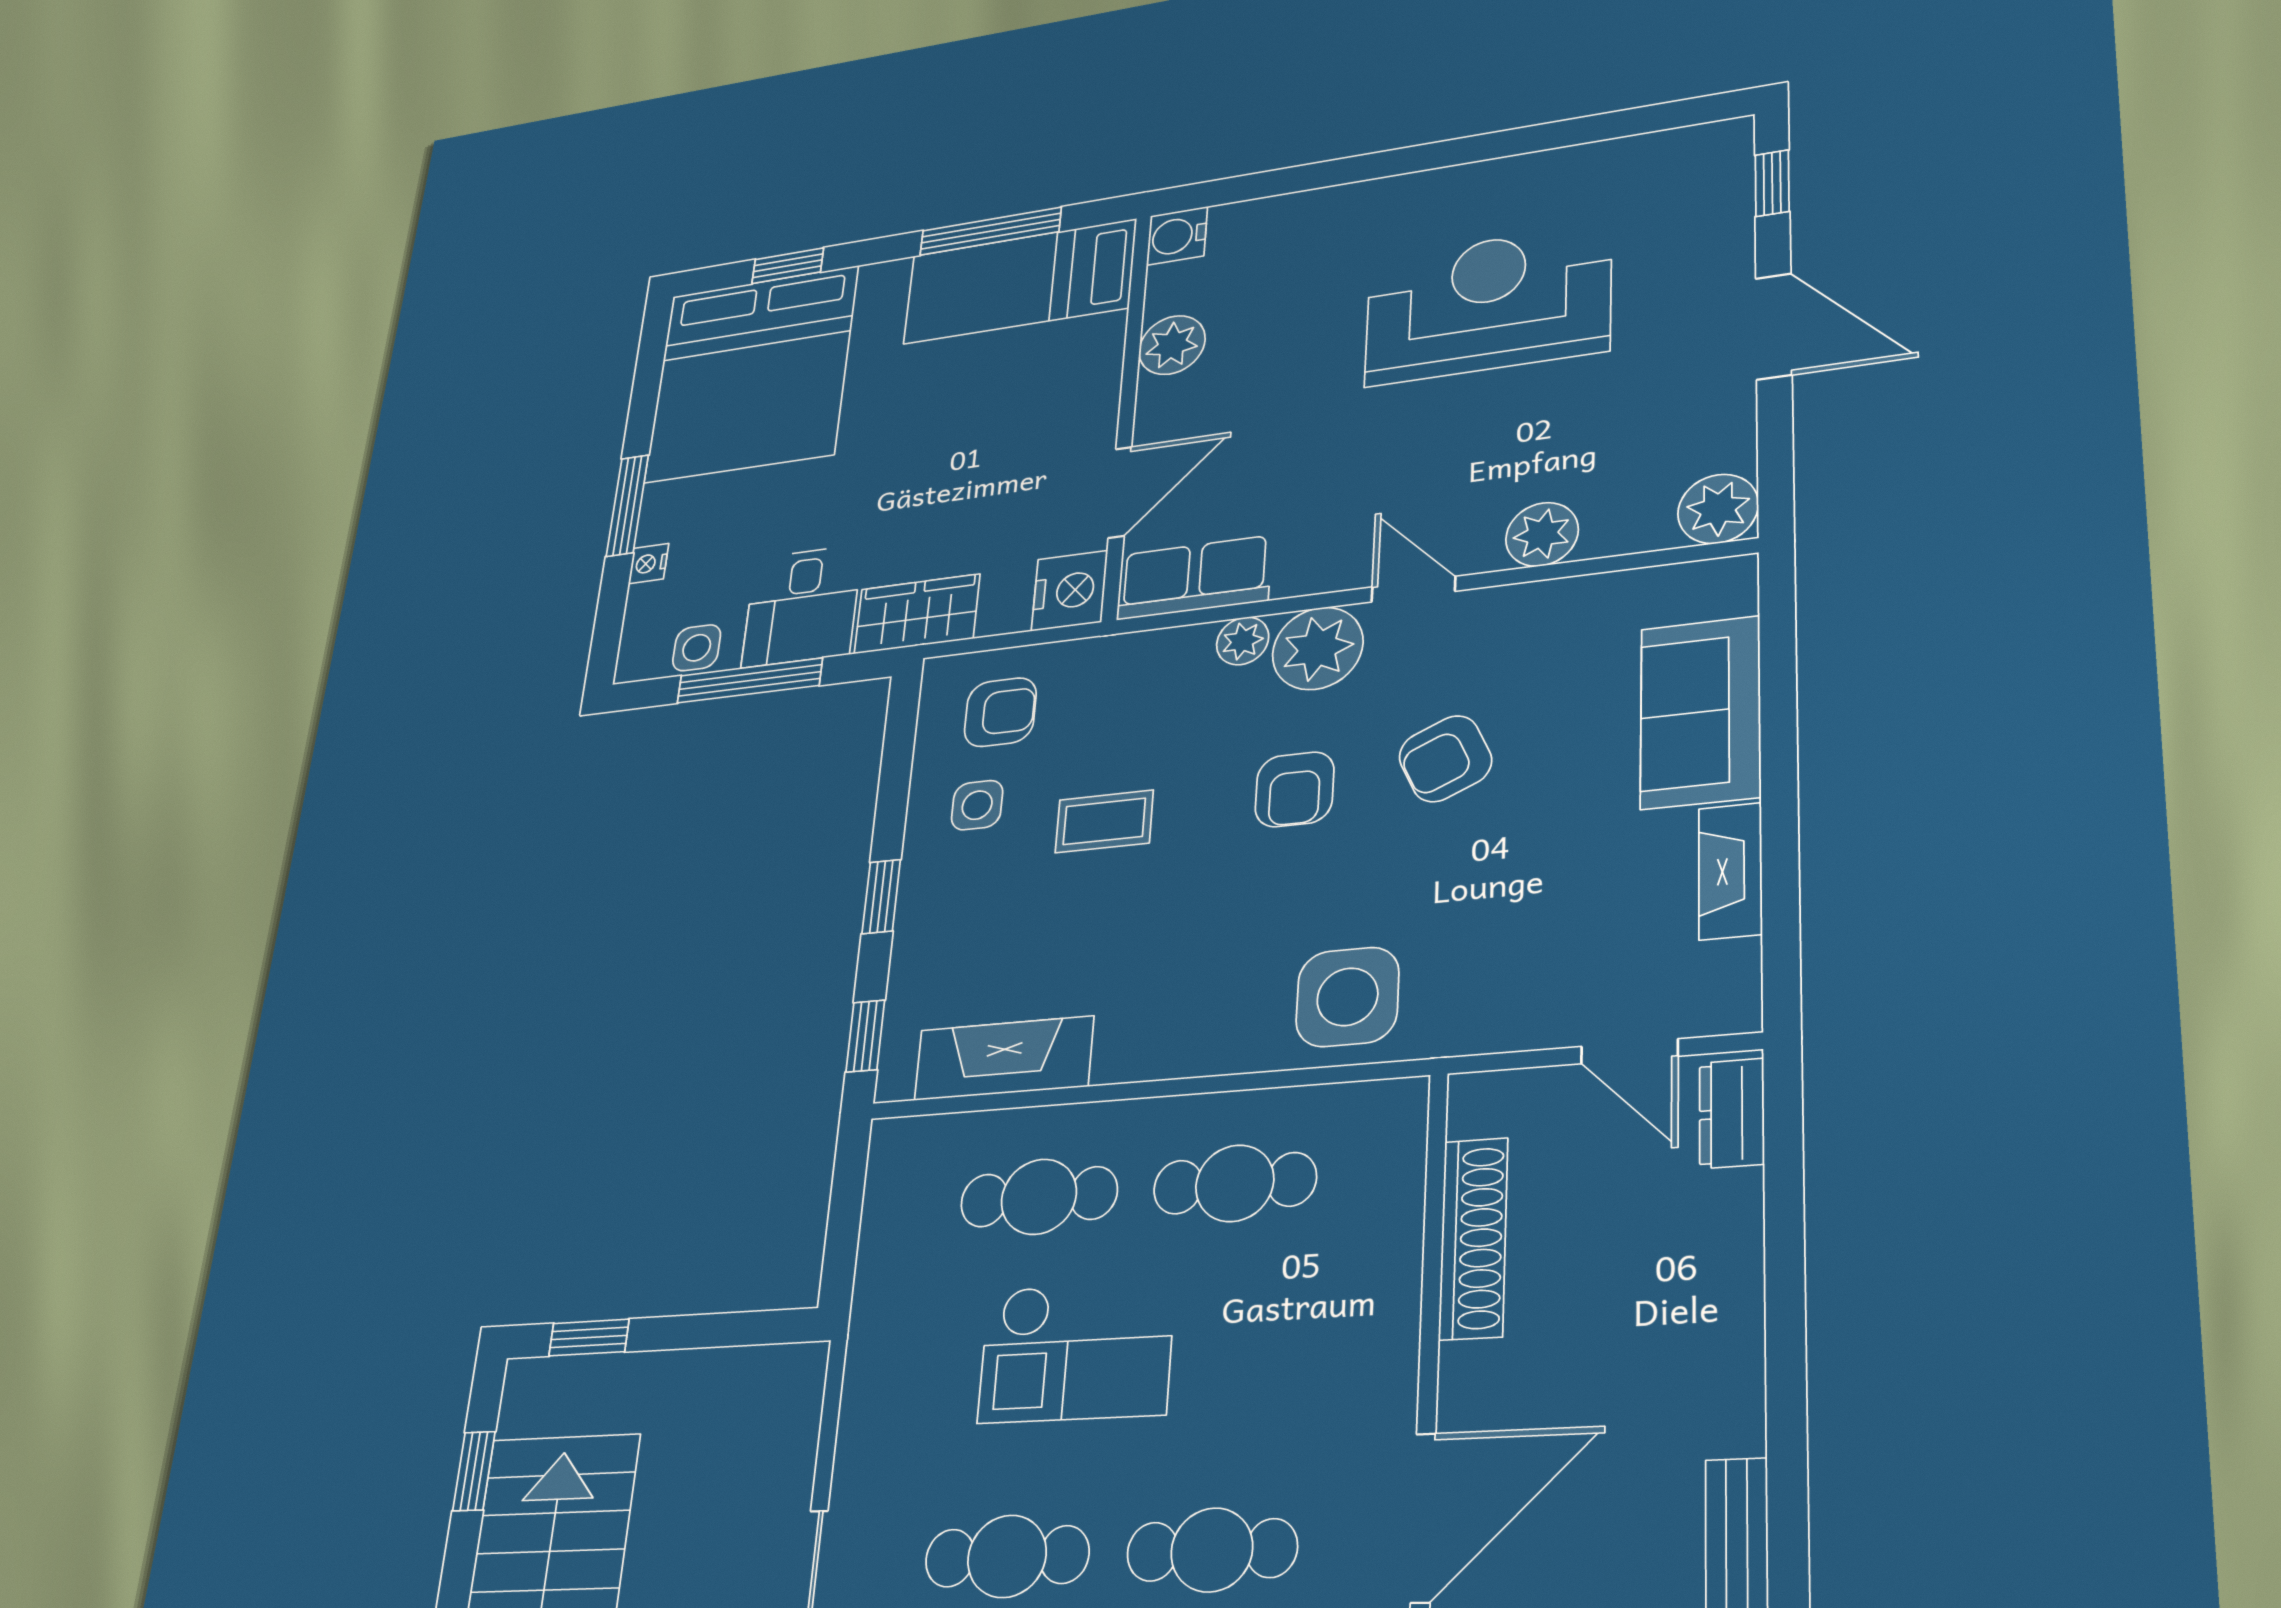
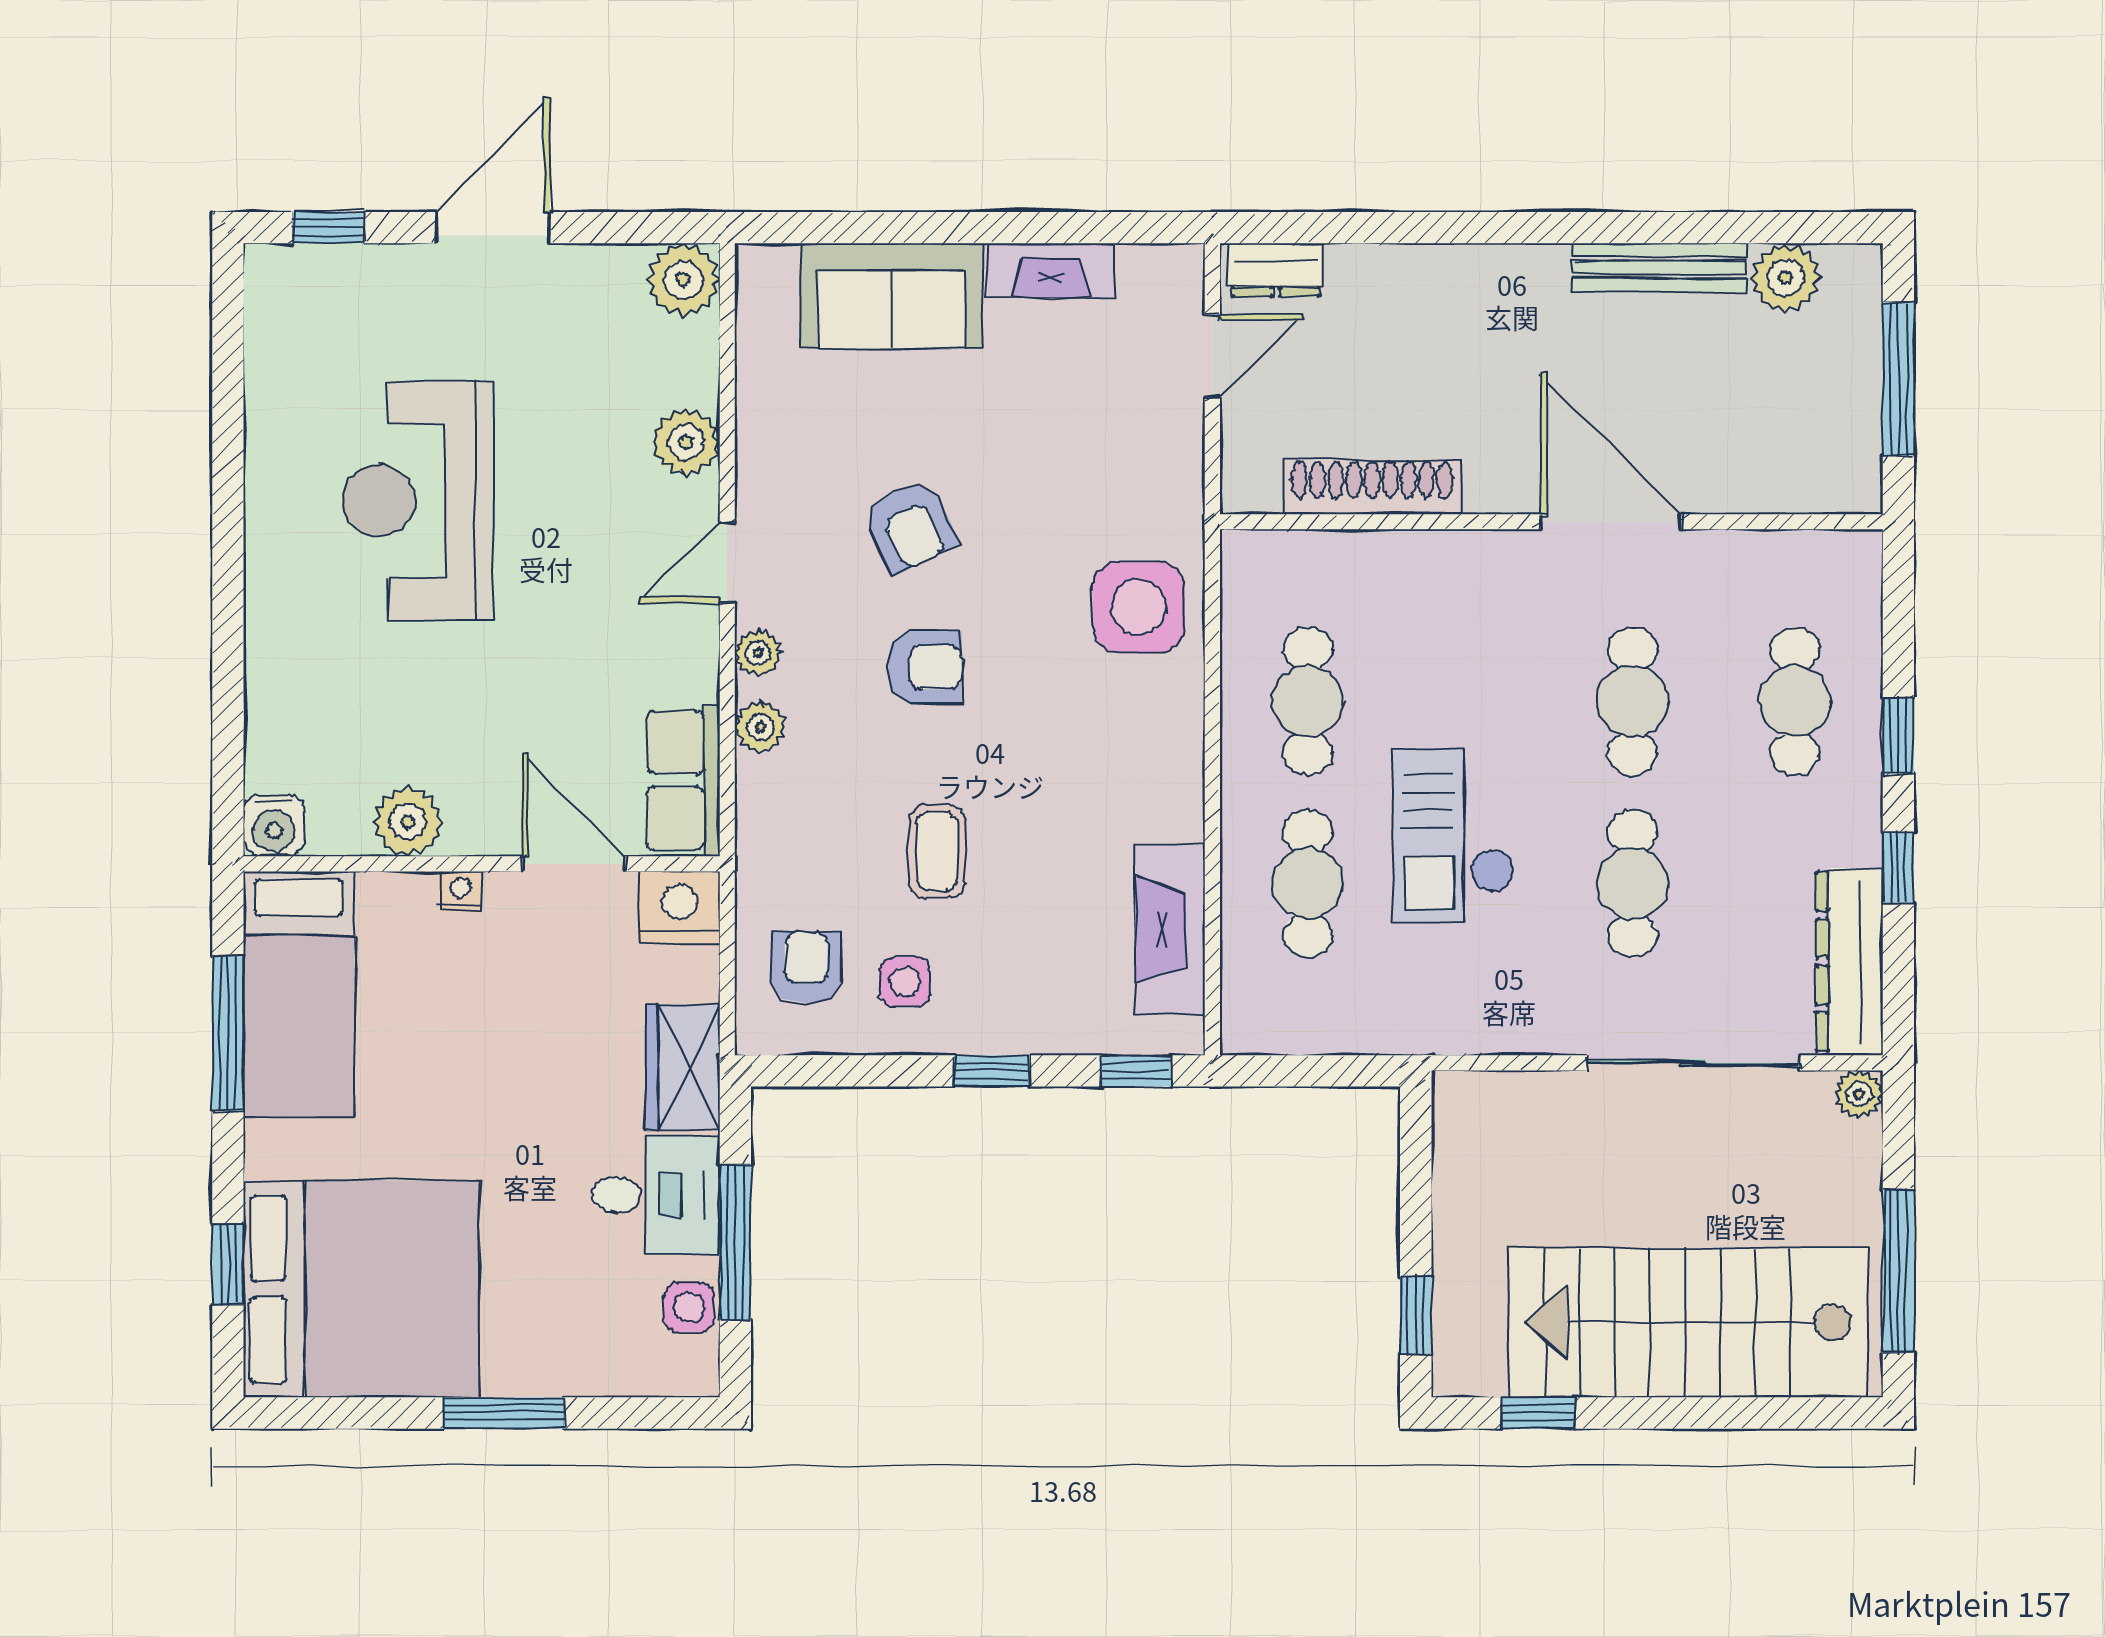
nightstand: (648, 564) -> (460, 891), moved, turned 180
plant: (1318, 648) -> (758, 653), width x0.53, depth x0.53
checkout: (1076, 1352) -> (1454, 836), turned 180

